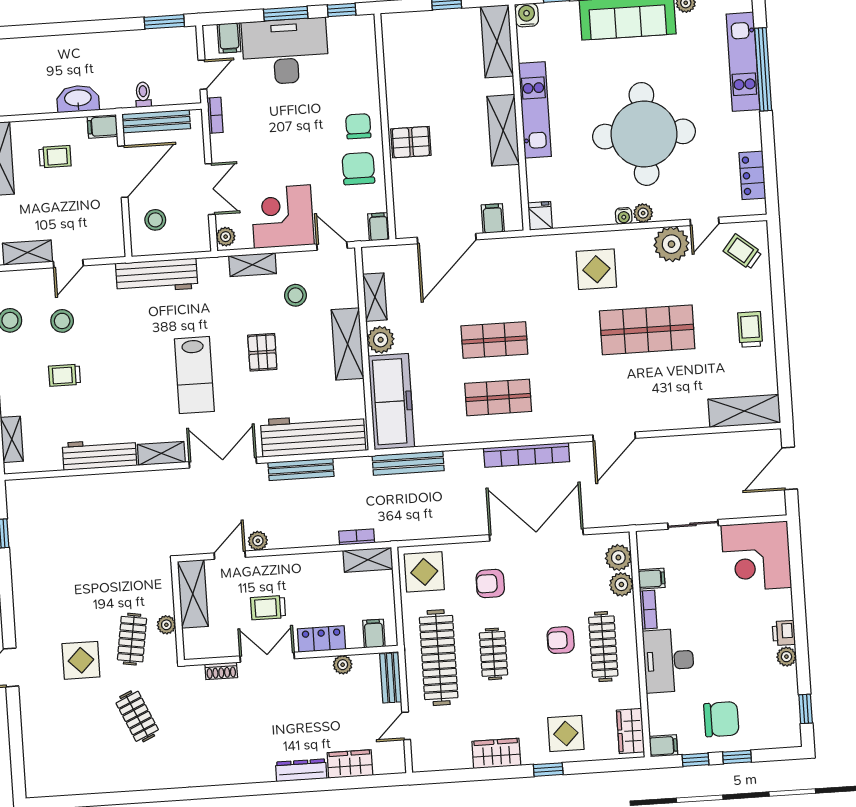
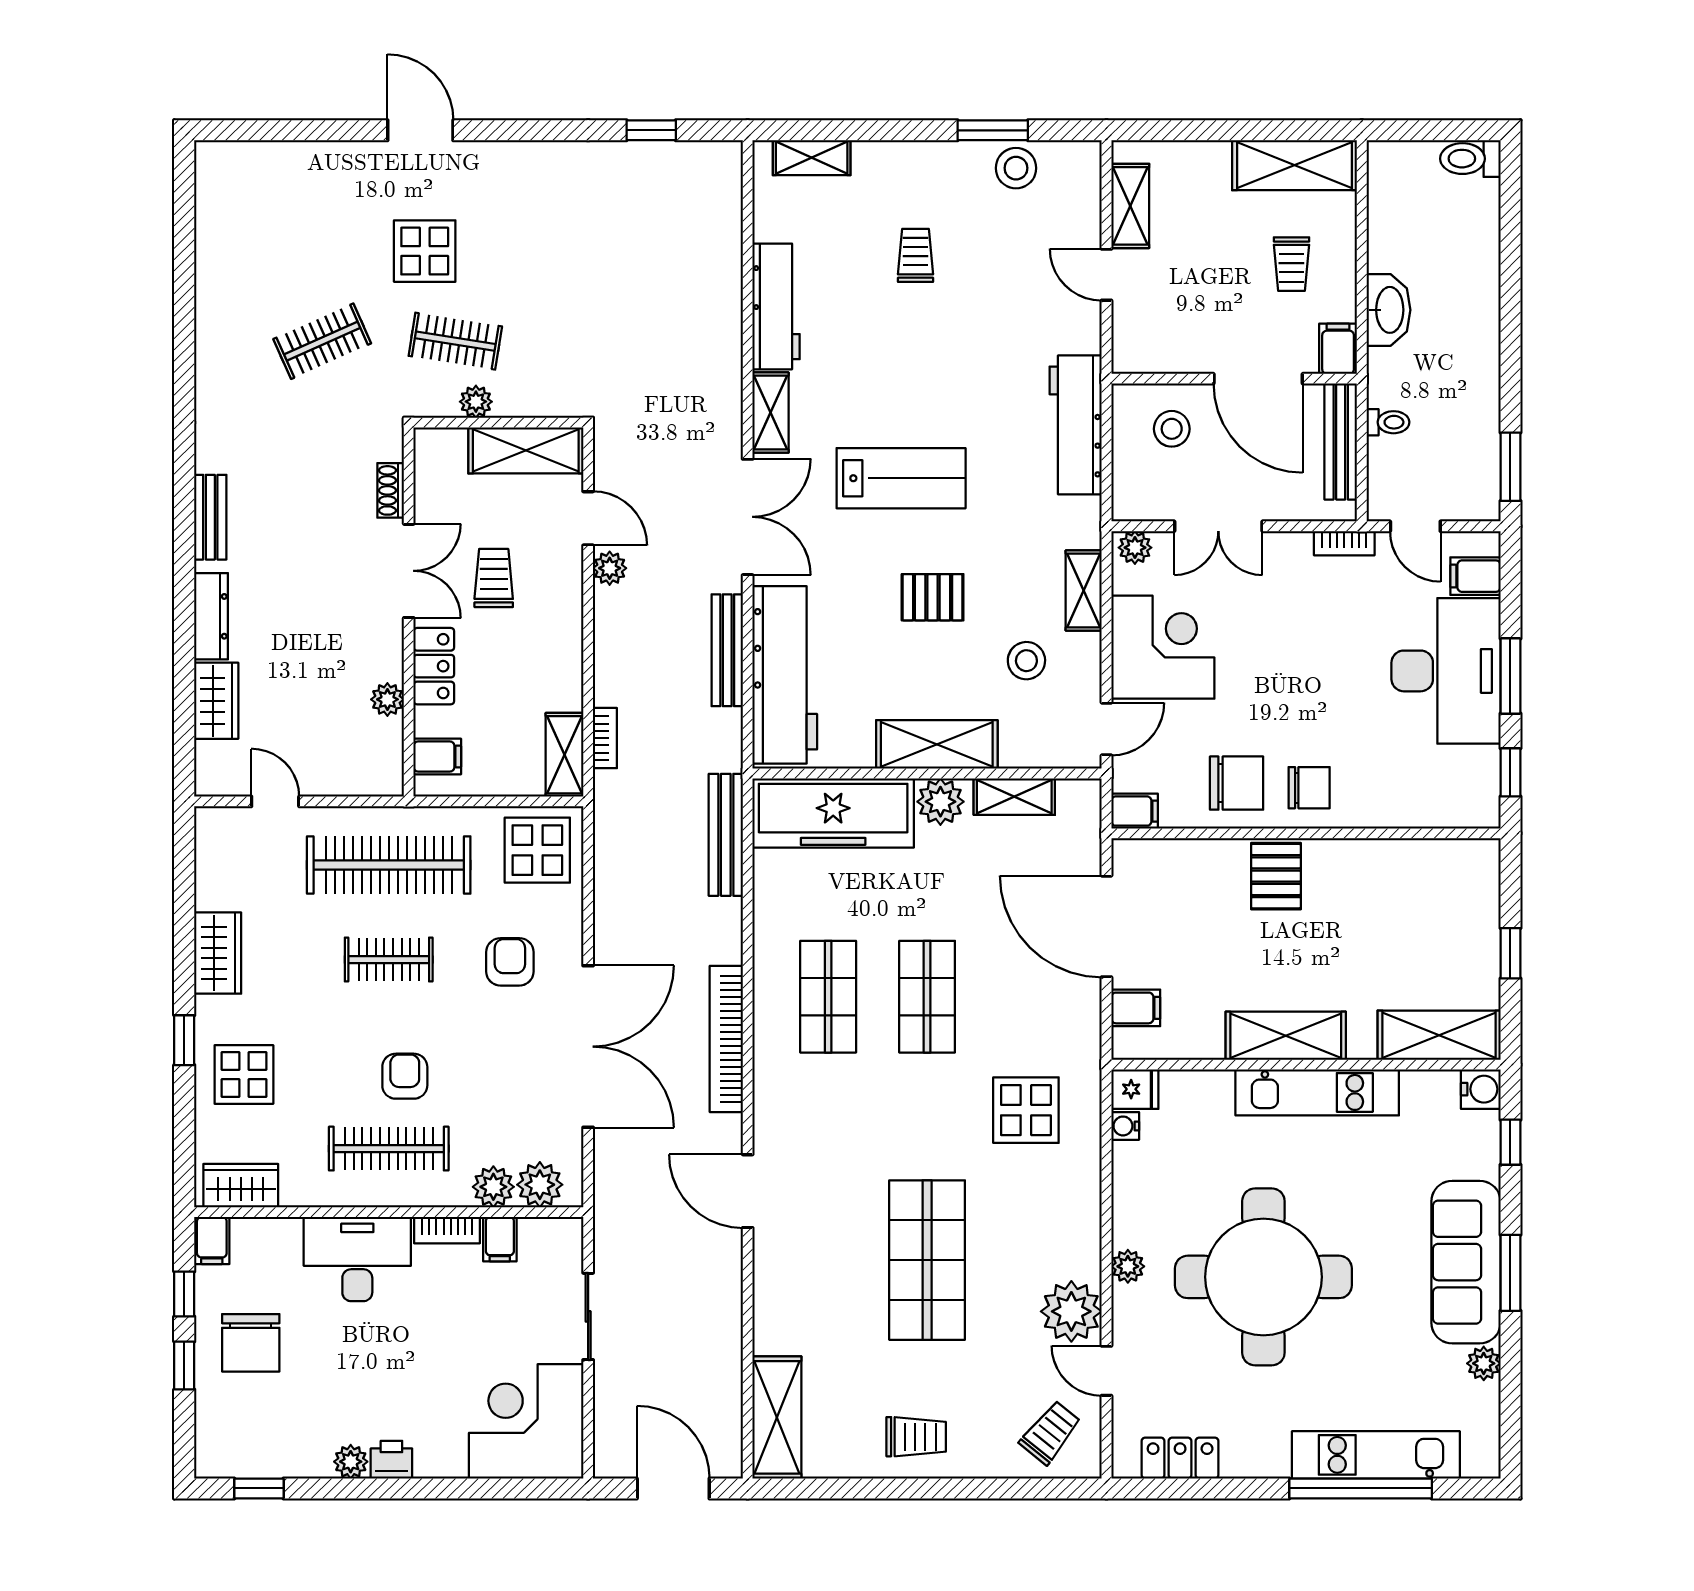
water cooler: (624, 216) -> (1125, 1126), moved
display table: (596, 269) -> (1026, 1110), moved
stool: (62, 321) -> (1009, 257), removed
lab bench: (194, 375) -> (901, 478), turned 180
bench: (391, 678) -> (210, 517), moved, turned 90

